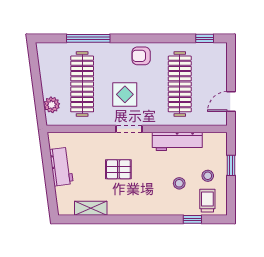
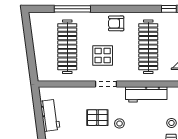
plant: (52, 105) -> (42, 64), removed
stool: (179, 183) -> (119, 123), moved

